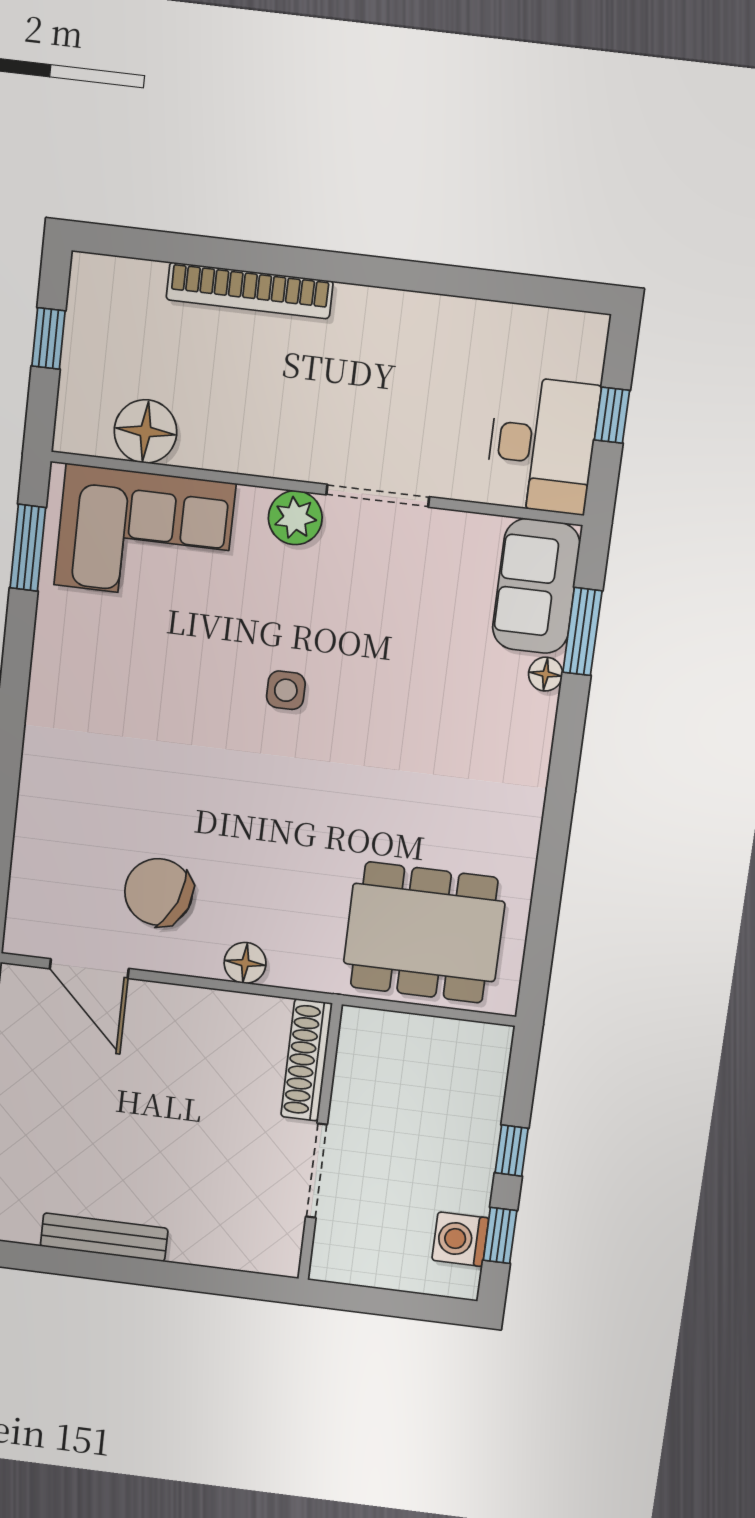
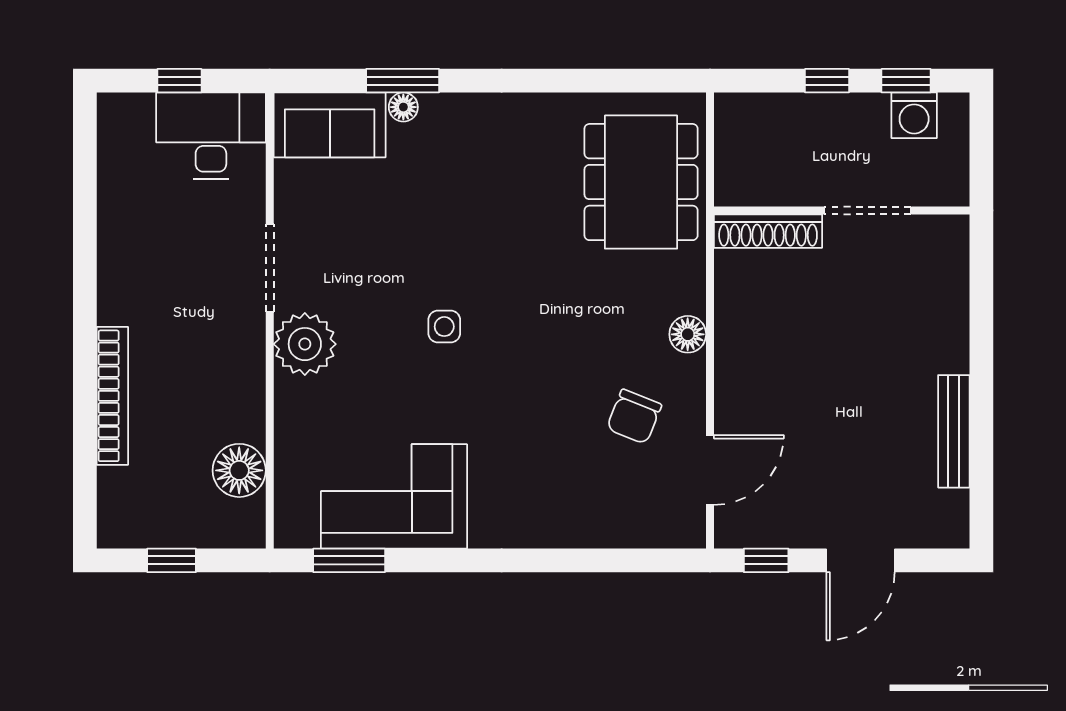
plant: (295, 518) -> (305, 344), width x1.36, depth x1.36
corner sofa: (145, 534) -> (394, 496), moved, turned -90
window: (582, 632) -> (403, 81), moved
chair: (159, 892) -> (634, 417), width x0.73, depth x0.73
shoe rack: (307, 1060) -> (768, 231), moved
wall: (320, 1143) -> (842, 210), moved
doorway: (317, 1171) -> (868, 210), moved

